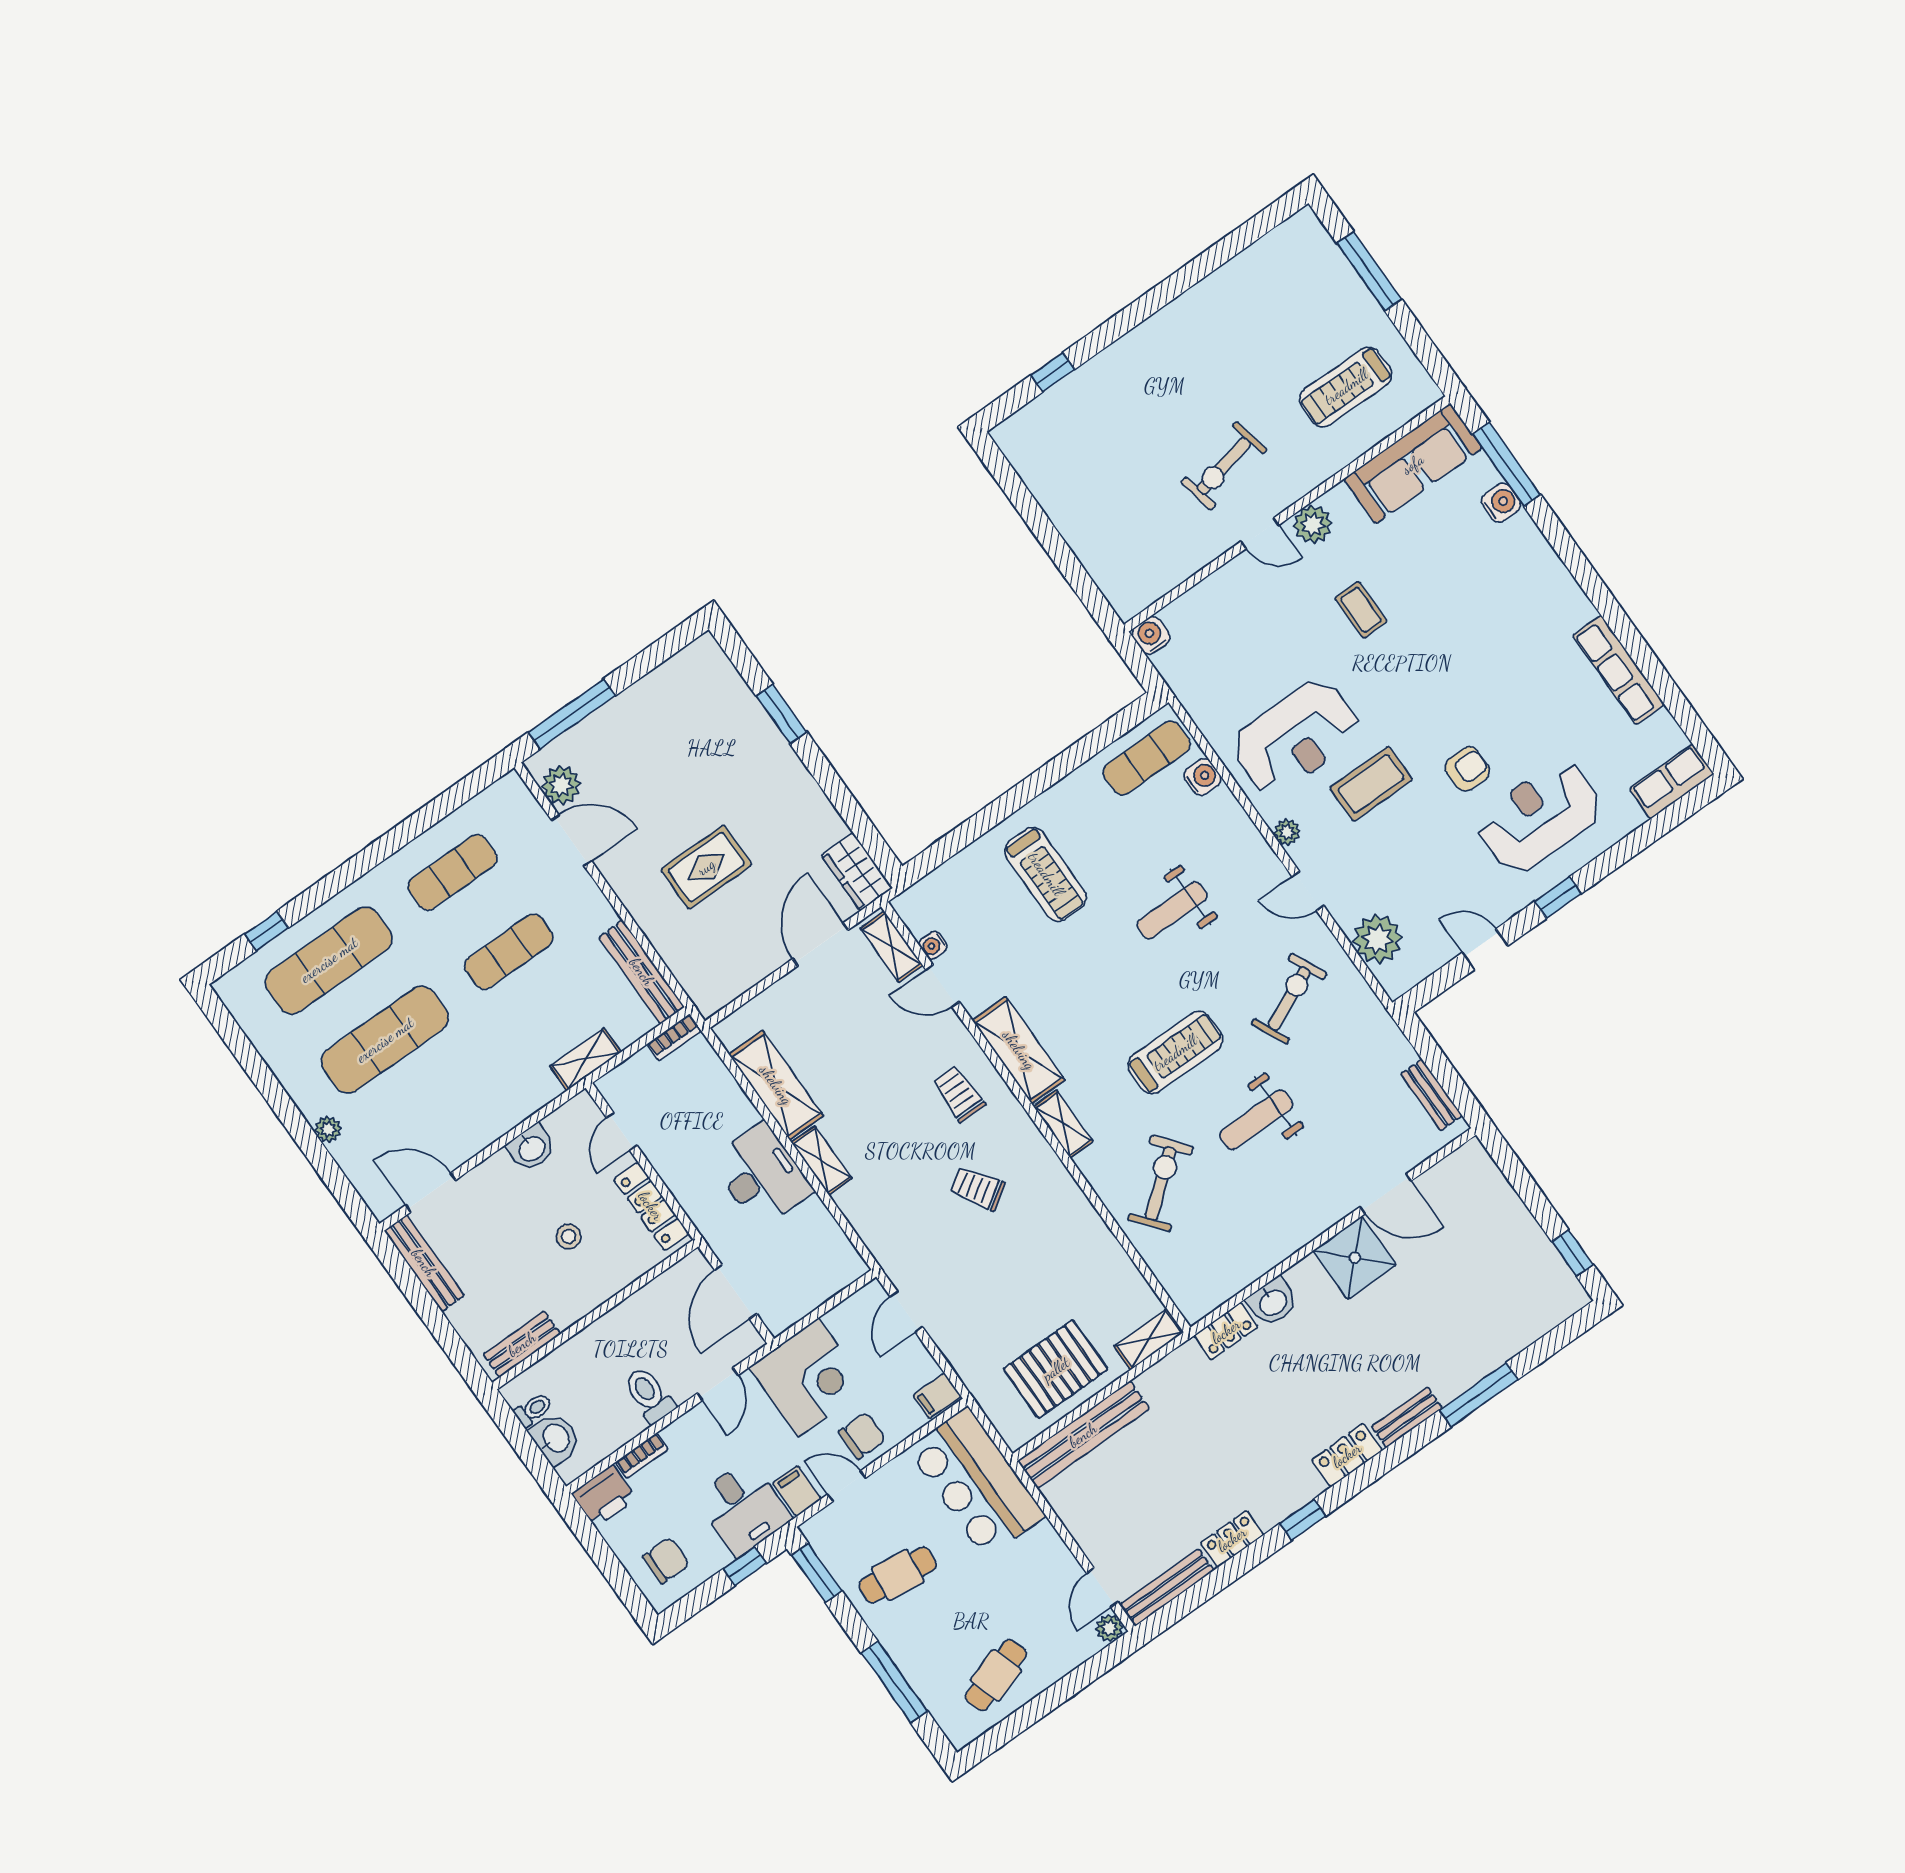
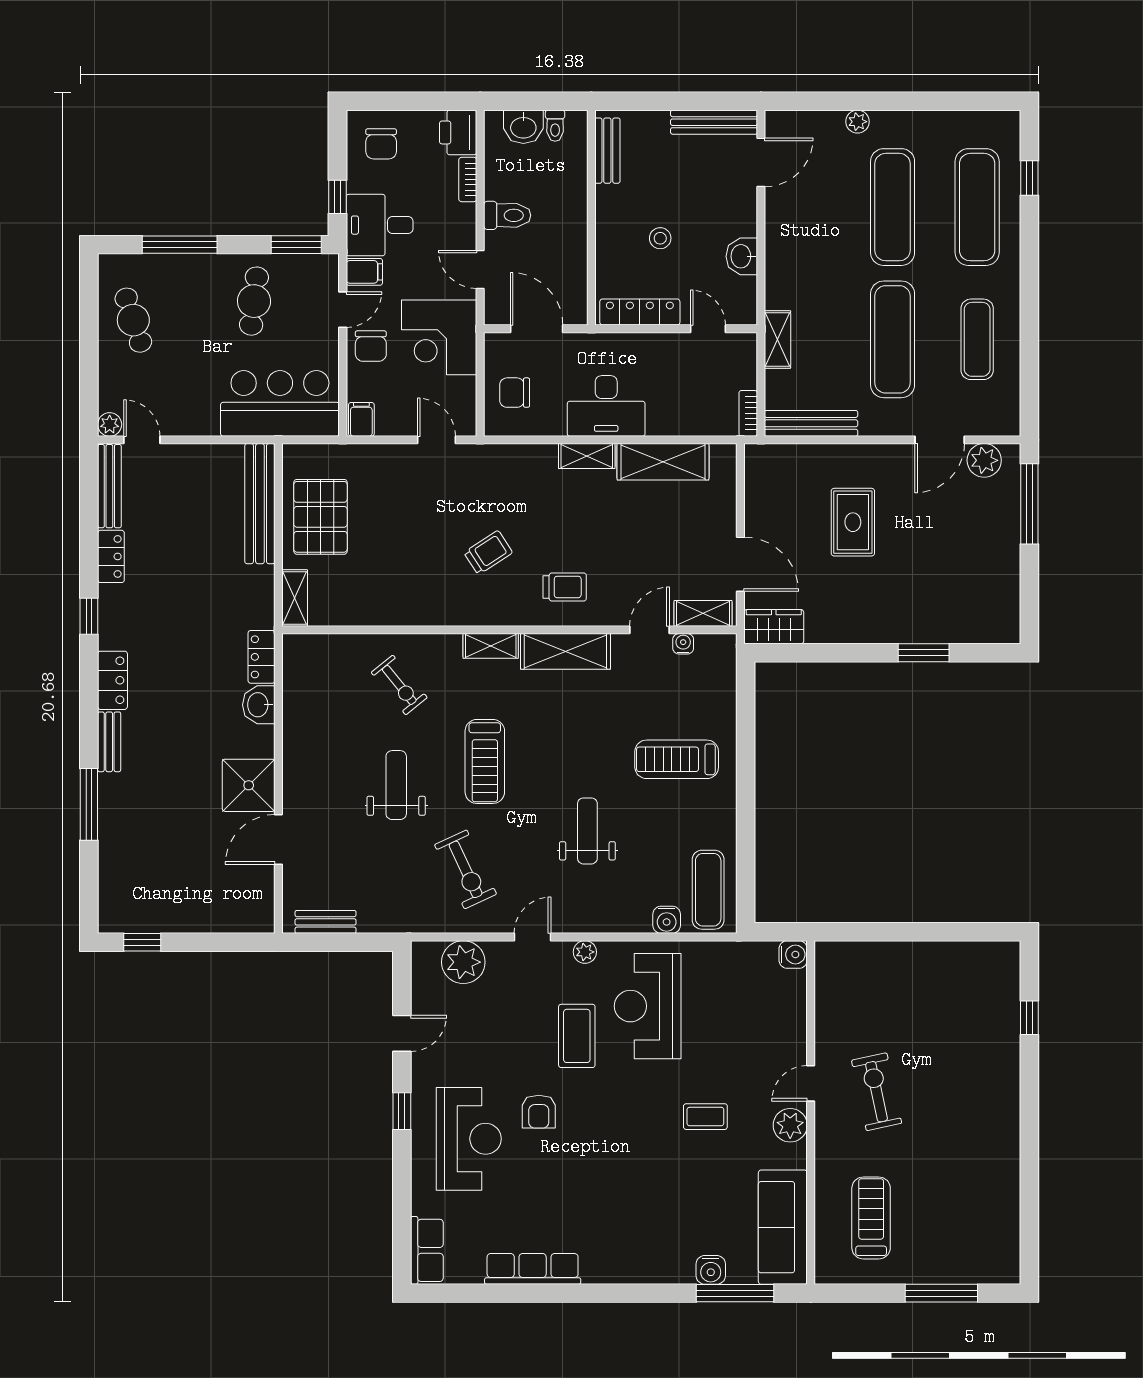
exercise mat: (509, 952) -> (893, 339), width x1.36, depth x1.45
exercise bike: (1161, 1184) -> (399, 685), width x0.73, depth x0.72
chair: (810, 1270) -> (515, 393), added

